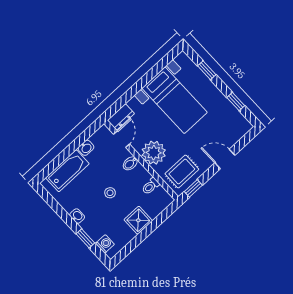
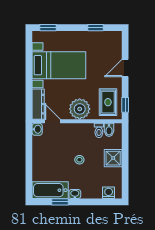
window: (207, 70) -> (48, 28), moved
dresser: (121, 117) -> (38, 104), width x1.44
washbasin: (86, 148) -> (37, 129), moved
bidet: (130, 163) -> (109, 130), moved
bathtub: (67, 171) -> (50, 190), moved, turned -90
window: (85, 238) -> (60, 202), moved

